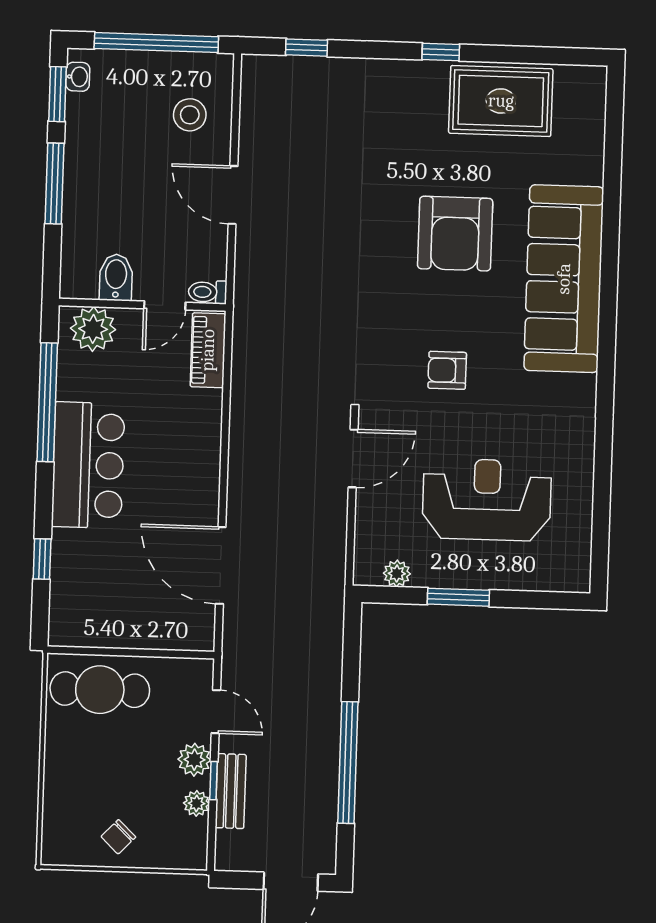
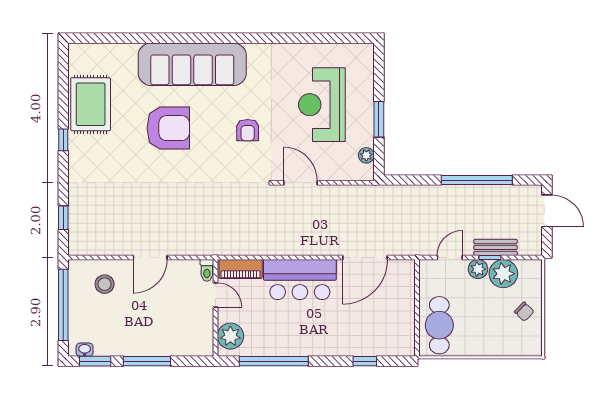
bidet: (116, 277) -> (200, 324), removed
bar counter: (88, 465) -> (300, 280), moved, turned 180
plant: (197, 803) -> (503, 274), width x1.88, depth x1.88

